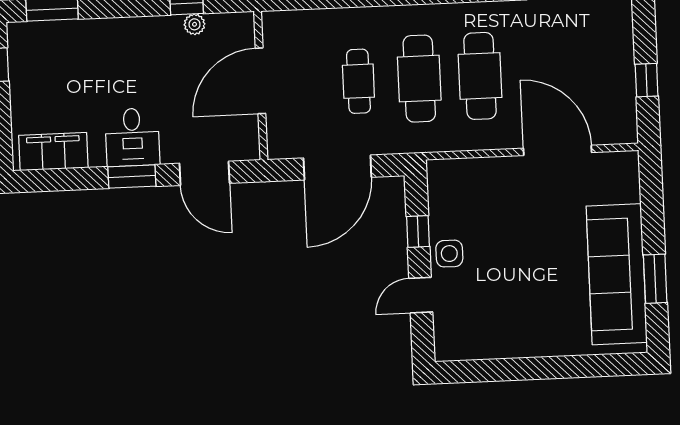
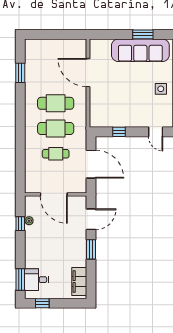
window: (647, 80) -> (60, 34), removed
desk: (132, 137) -> (37, 280), moved, turned 180
door: (557, 150) -> (88, 73), hinge flipped
side table: (449, 254) -> (161, 89), moved
door: (421, 295) -> (156, 132), moved

